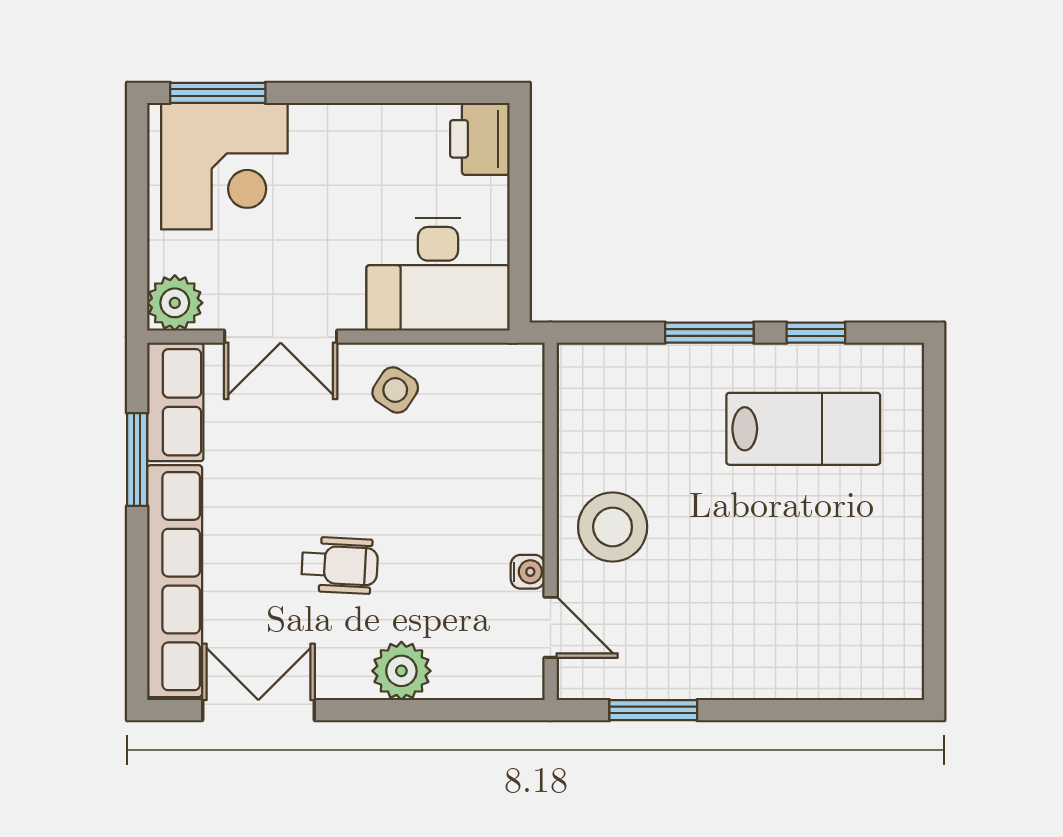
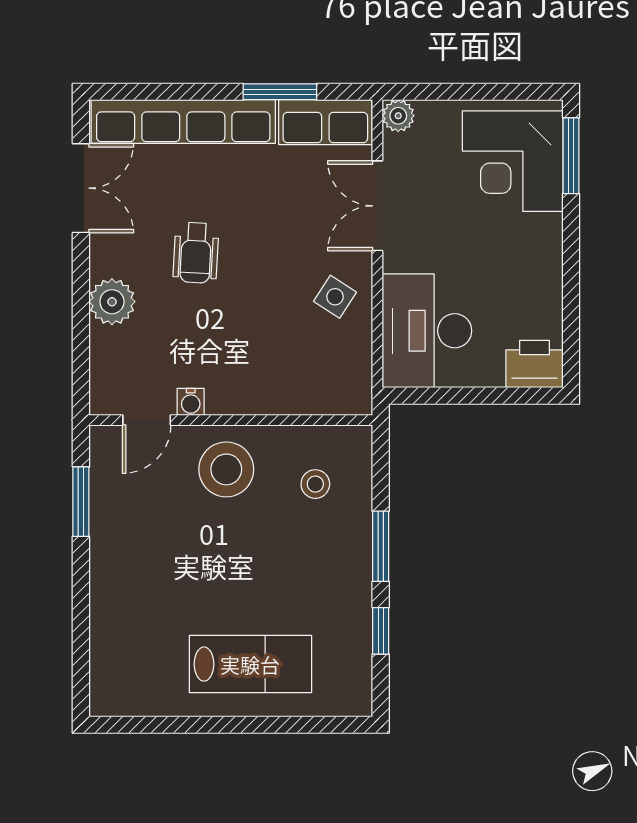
plant: (175, 303) -> (398, 116), width x0.73, depth x0.73
stool: (631, 415) -> (315, 484), added
lab bench: (803, 429) -> (250, 664), moved, turned -90

